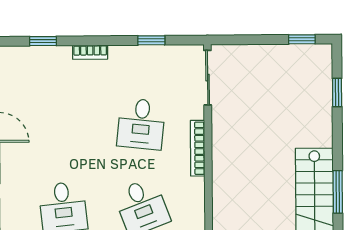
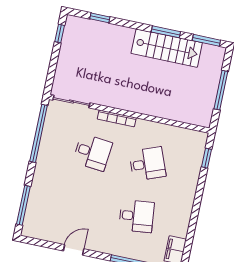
window: (151, 40) -> (39, 133), width x3.17
window: (43, 41) -> (23, 205), width x2.17
bookcase: (90, 52) -> (38, 176), removed

